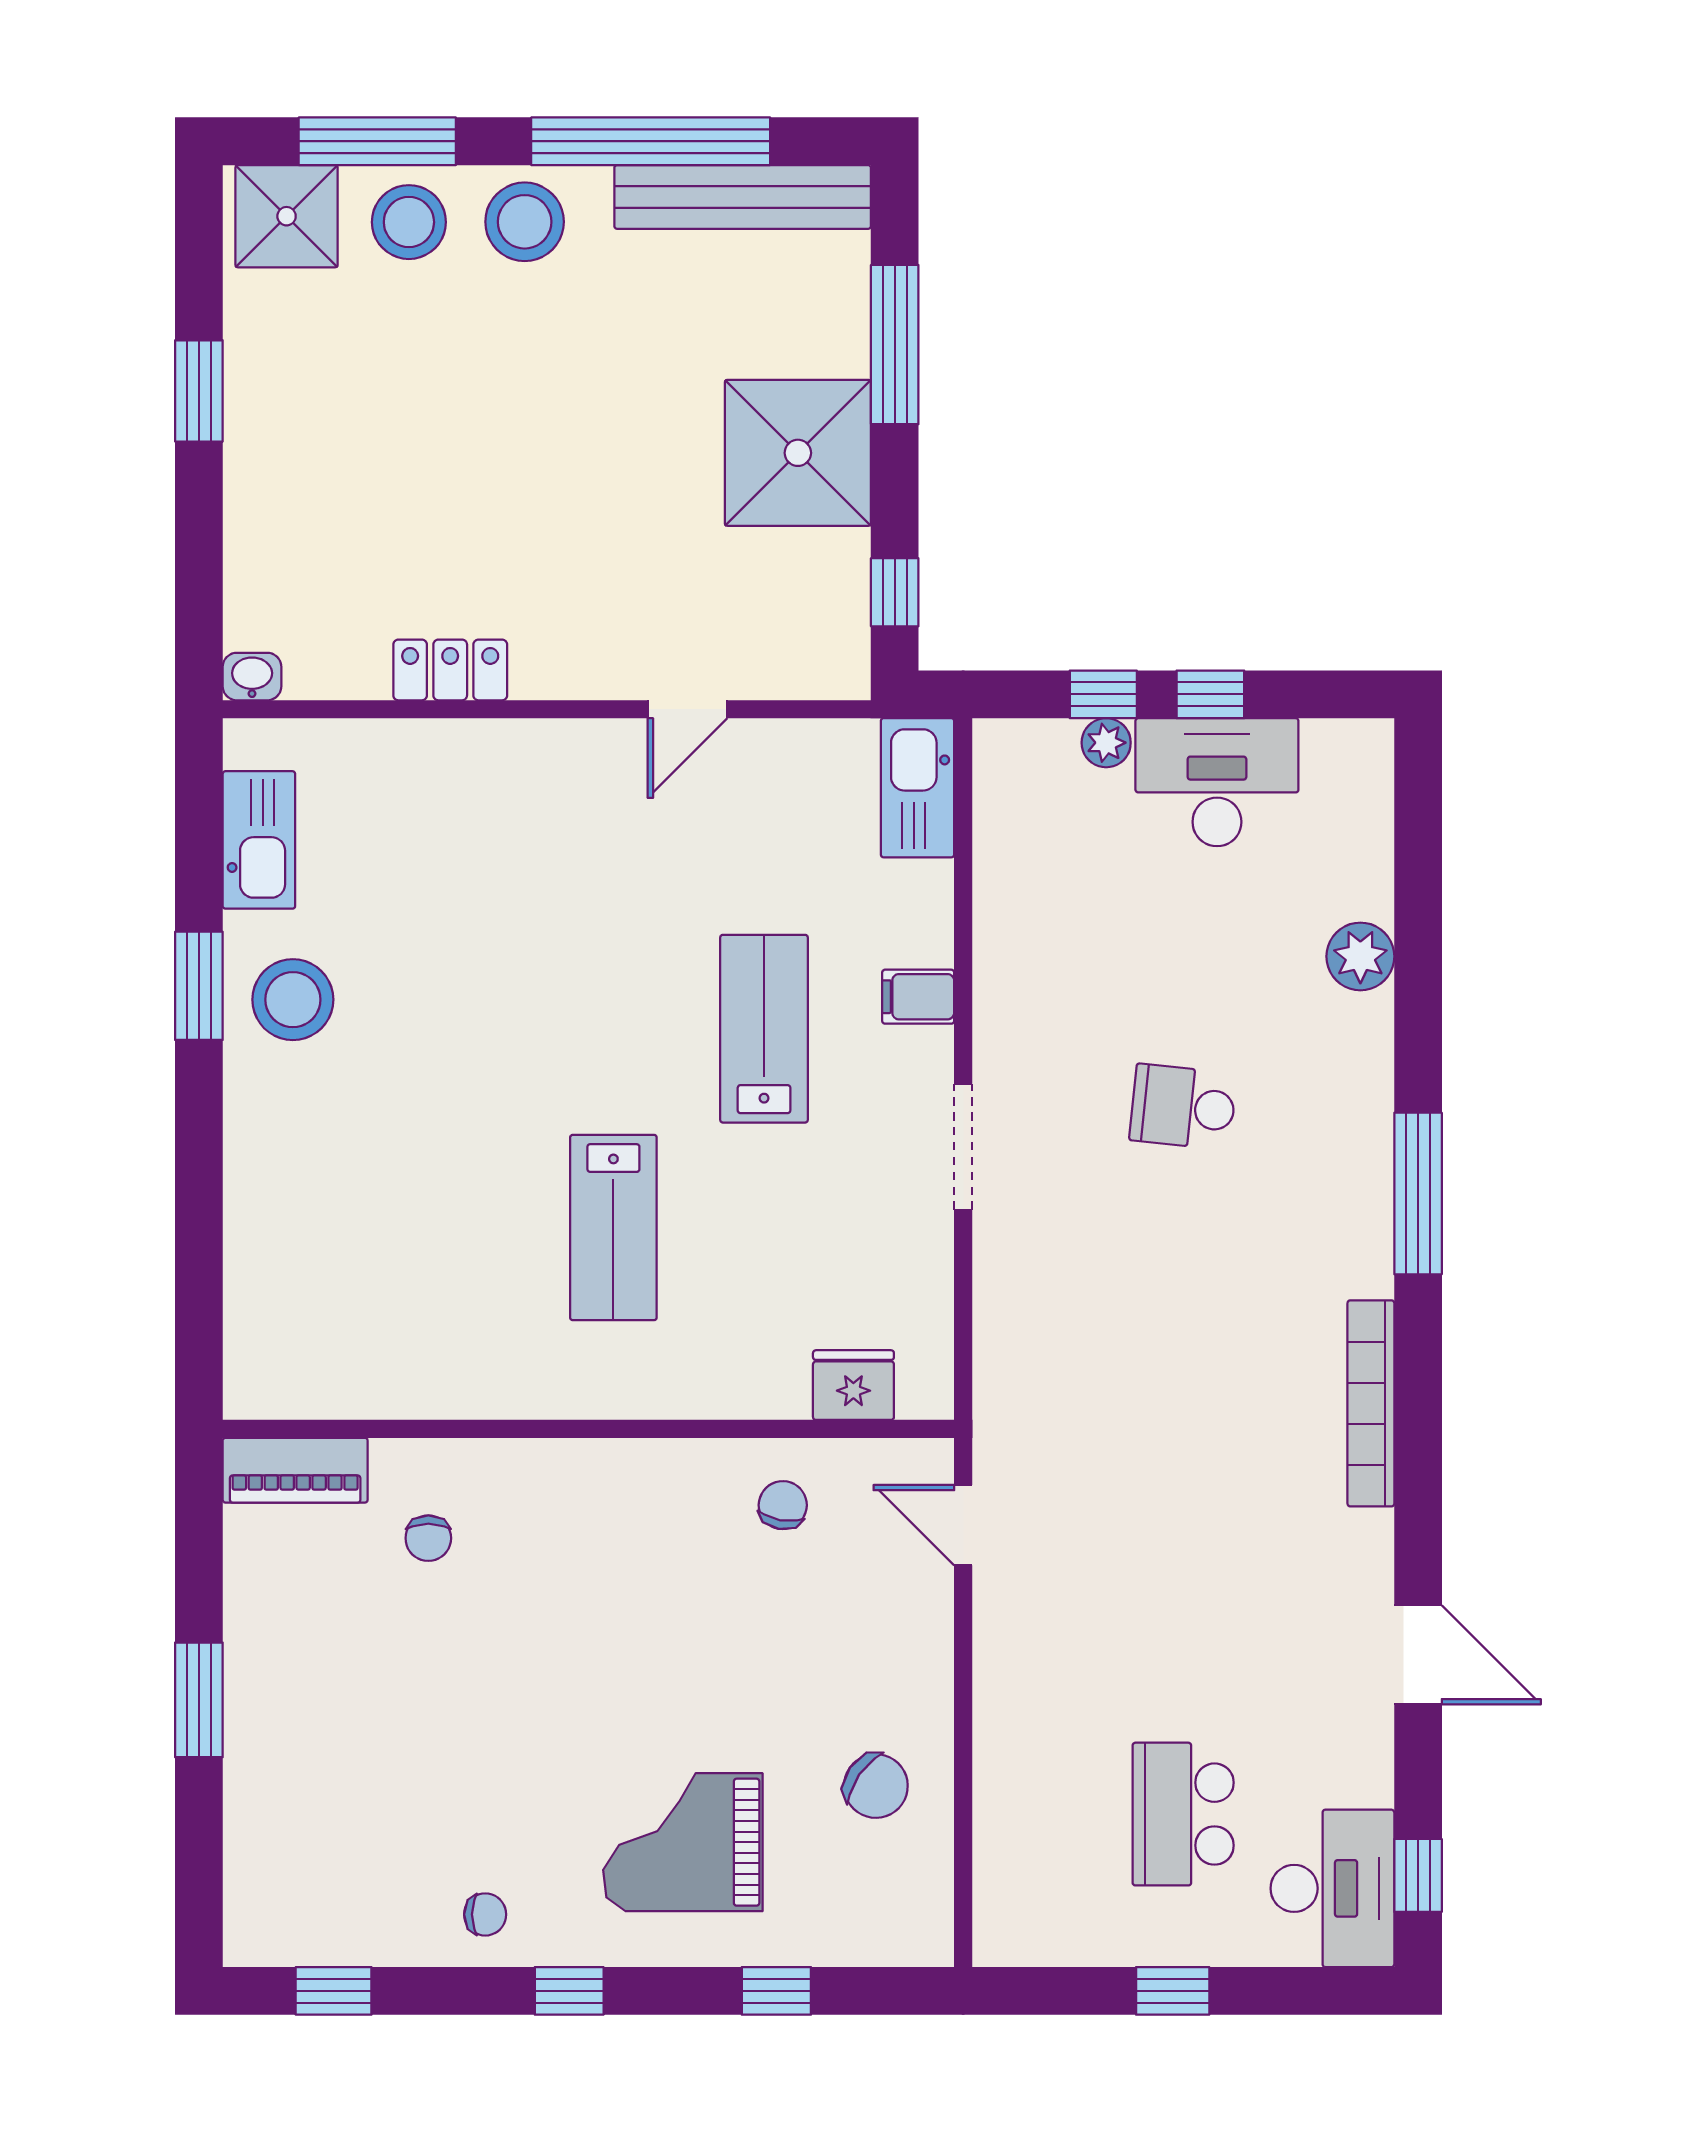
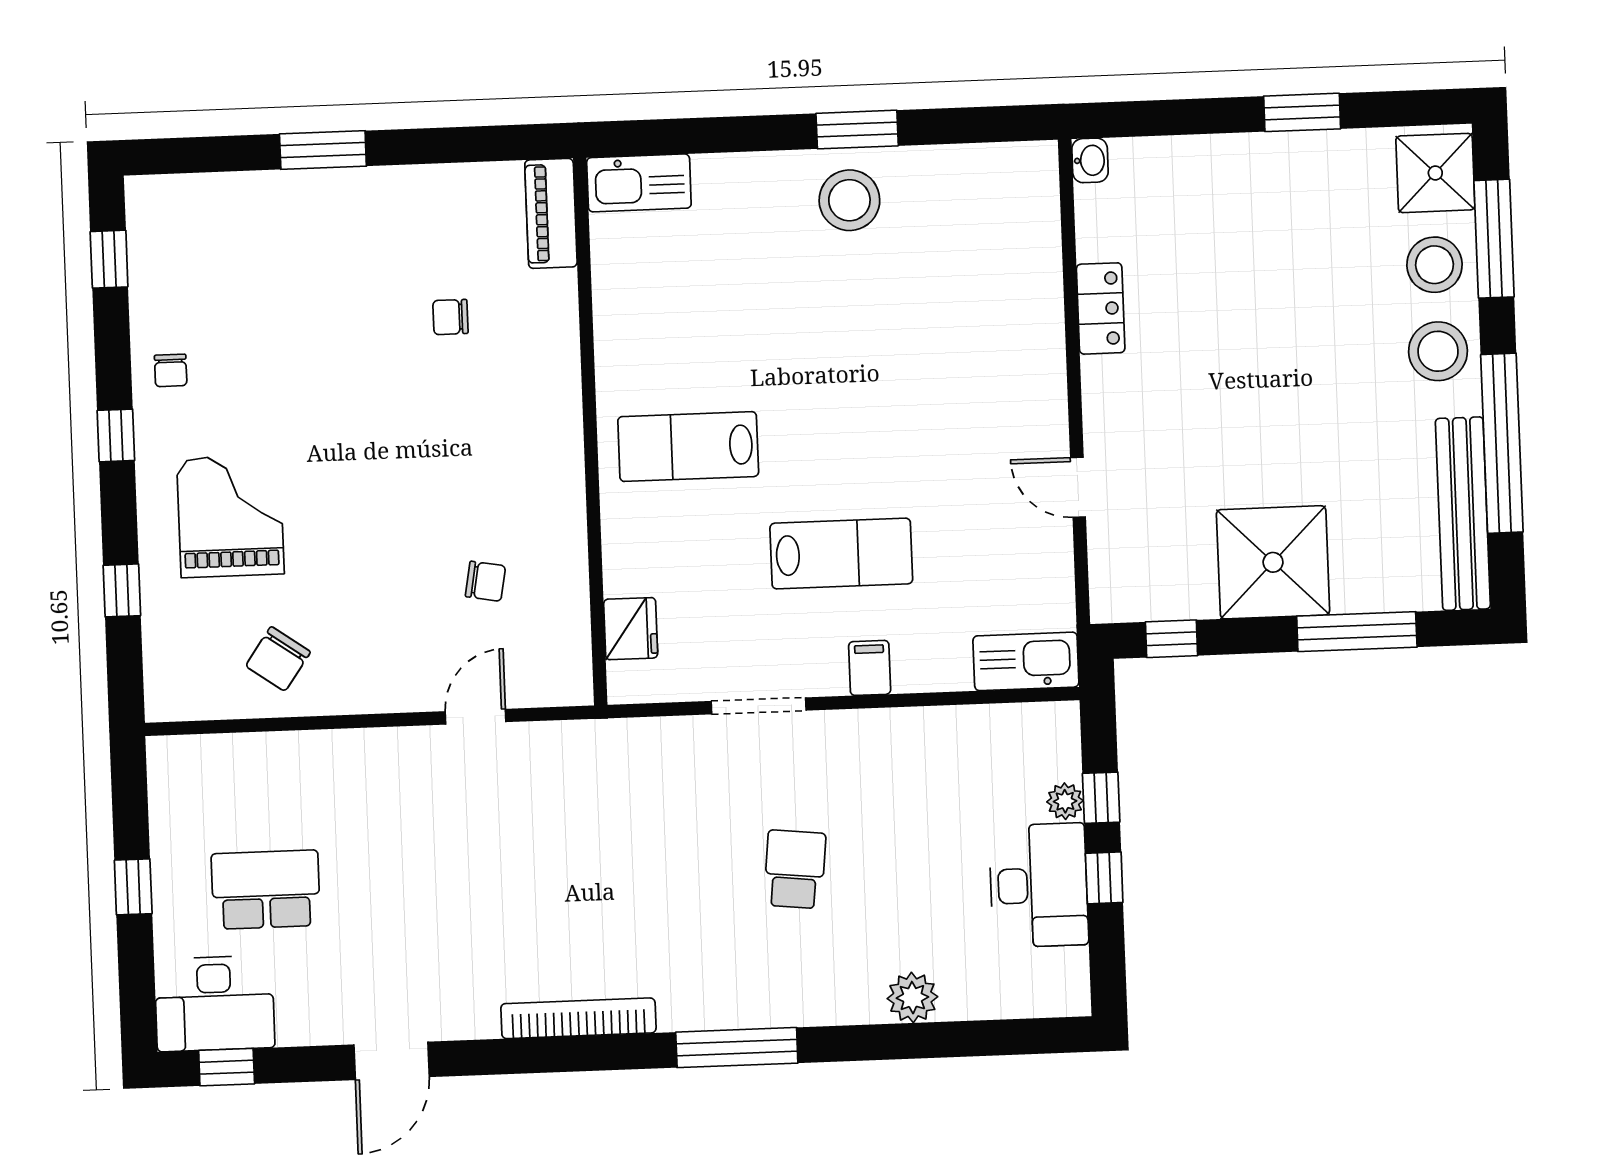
kitchen sink: (259, 840) -> (639, 183), moved
fridge: (853, 1385) -> (631, 629), moved
wall: (588, 1429) -> (590, 432), moved
piano: (295, 1470) -> (551, 213), moved

